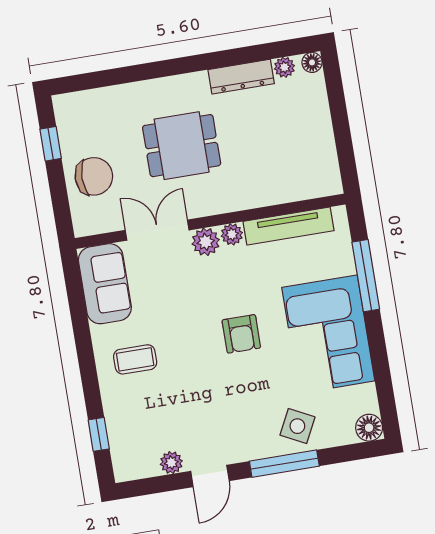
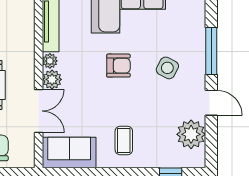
double door: (157, 230) -> (39, 111), swing flipped
side table: (297, 426) -> (167, 68), moved
plant: (171, 463) -> (191, 134), width x1.88, depth x1.88

